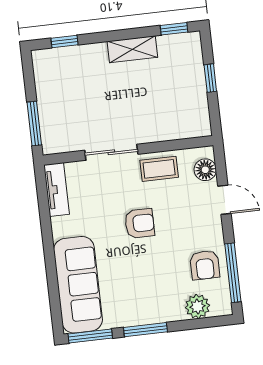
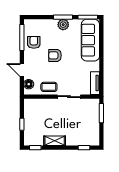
armchair: (140, 223) -> (55, 55), moved
plant: (197, 306) -> (63, 25), moved

